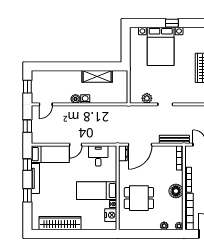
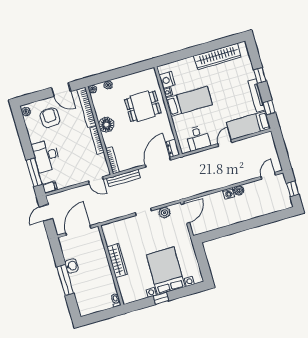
shelving: (97, 76) -> (223, 220), removed
door: (129, 92) -> (185, 214), added
window: (27, 126) -> (281, 148), removed

